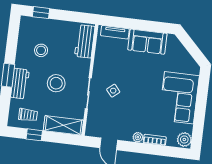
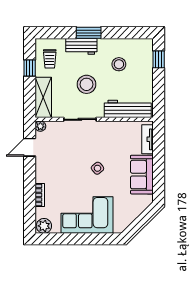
workbench: (85, 41) -> (128, 109), width x1.38
side table: (113, 91) -> (97, 168), moved
plant: (138, 137) -> (40, 126), moved

